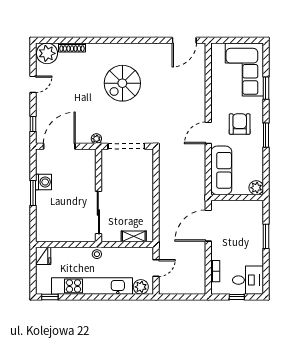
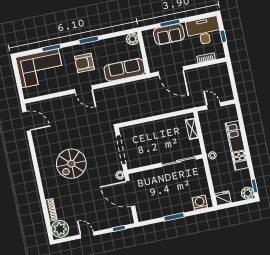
spiral stairs: (122, 83) -> (71, 164), turned 90
door: (208, 133) -> (83, 89), moved
door: (59, 146) -> (130, 193), moved
washing machine: (44, 182) -> (200, 203), moved
sofa: (253, 232) -> (169, 34), added
desk: (248, 280) -> (204, 31), width x1.37
kitchen unit: (92, 286) -> (237, 145), width x0.73
plant: (141, 287) -> (248, 193), moved

